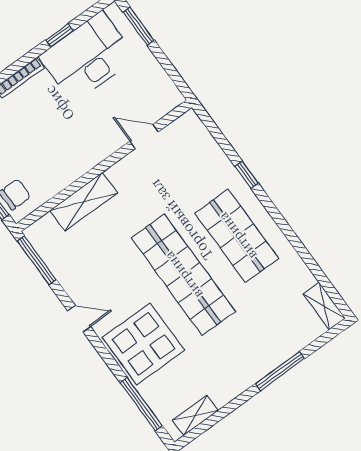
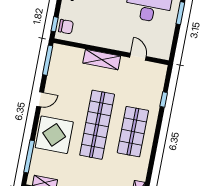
window: (247, 175) -> (164, 100), moved
shelving: (84, 202) -> (102, 60), moved
door: (79, 319) -> (40, 99), hinge flipped

